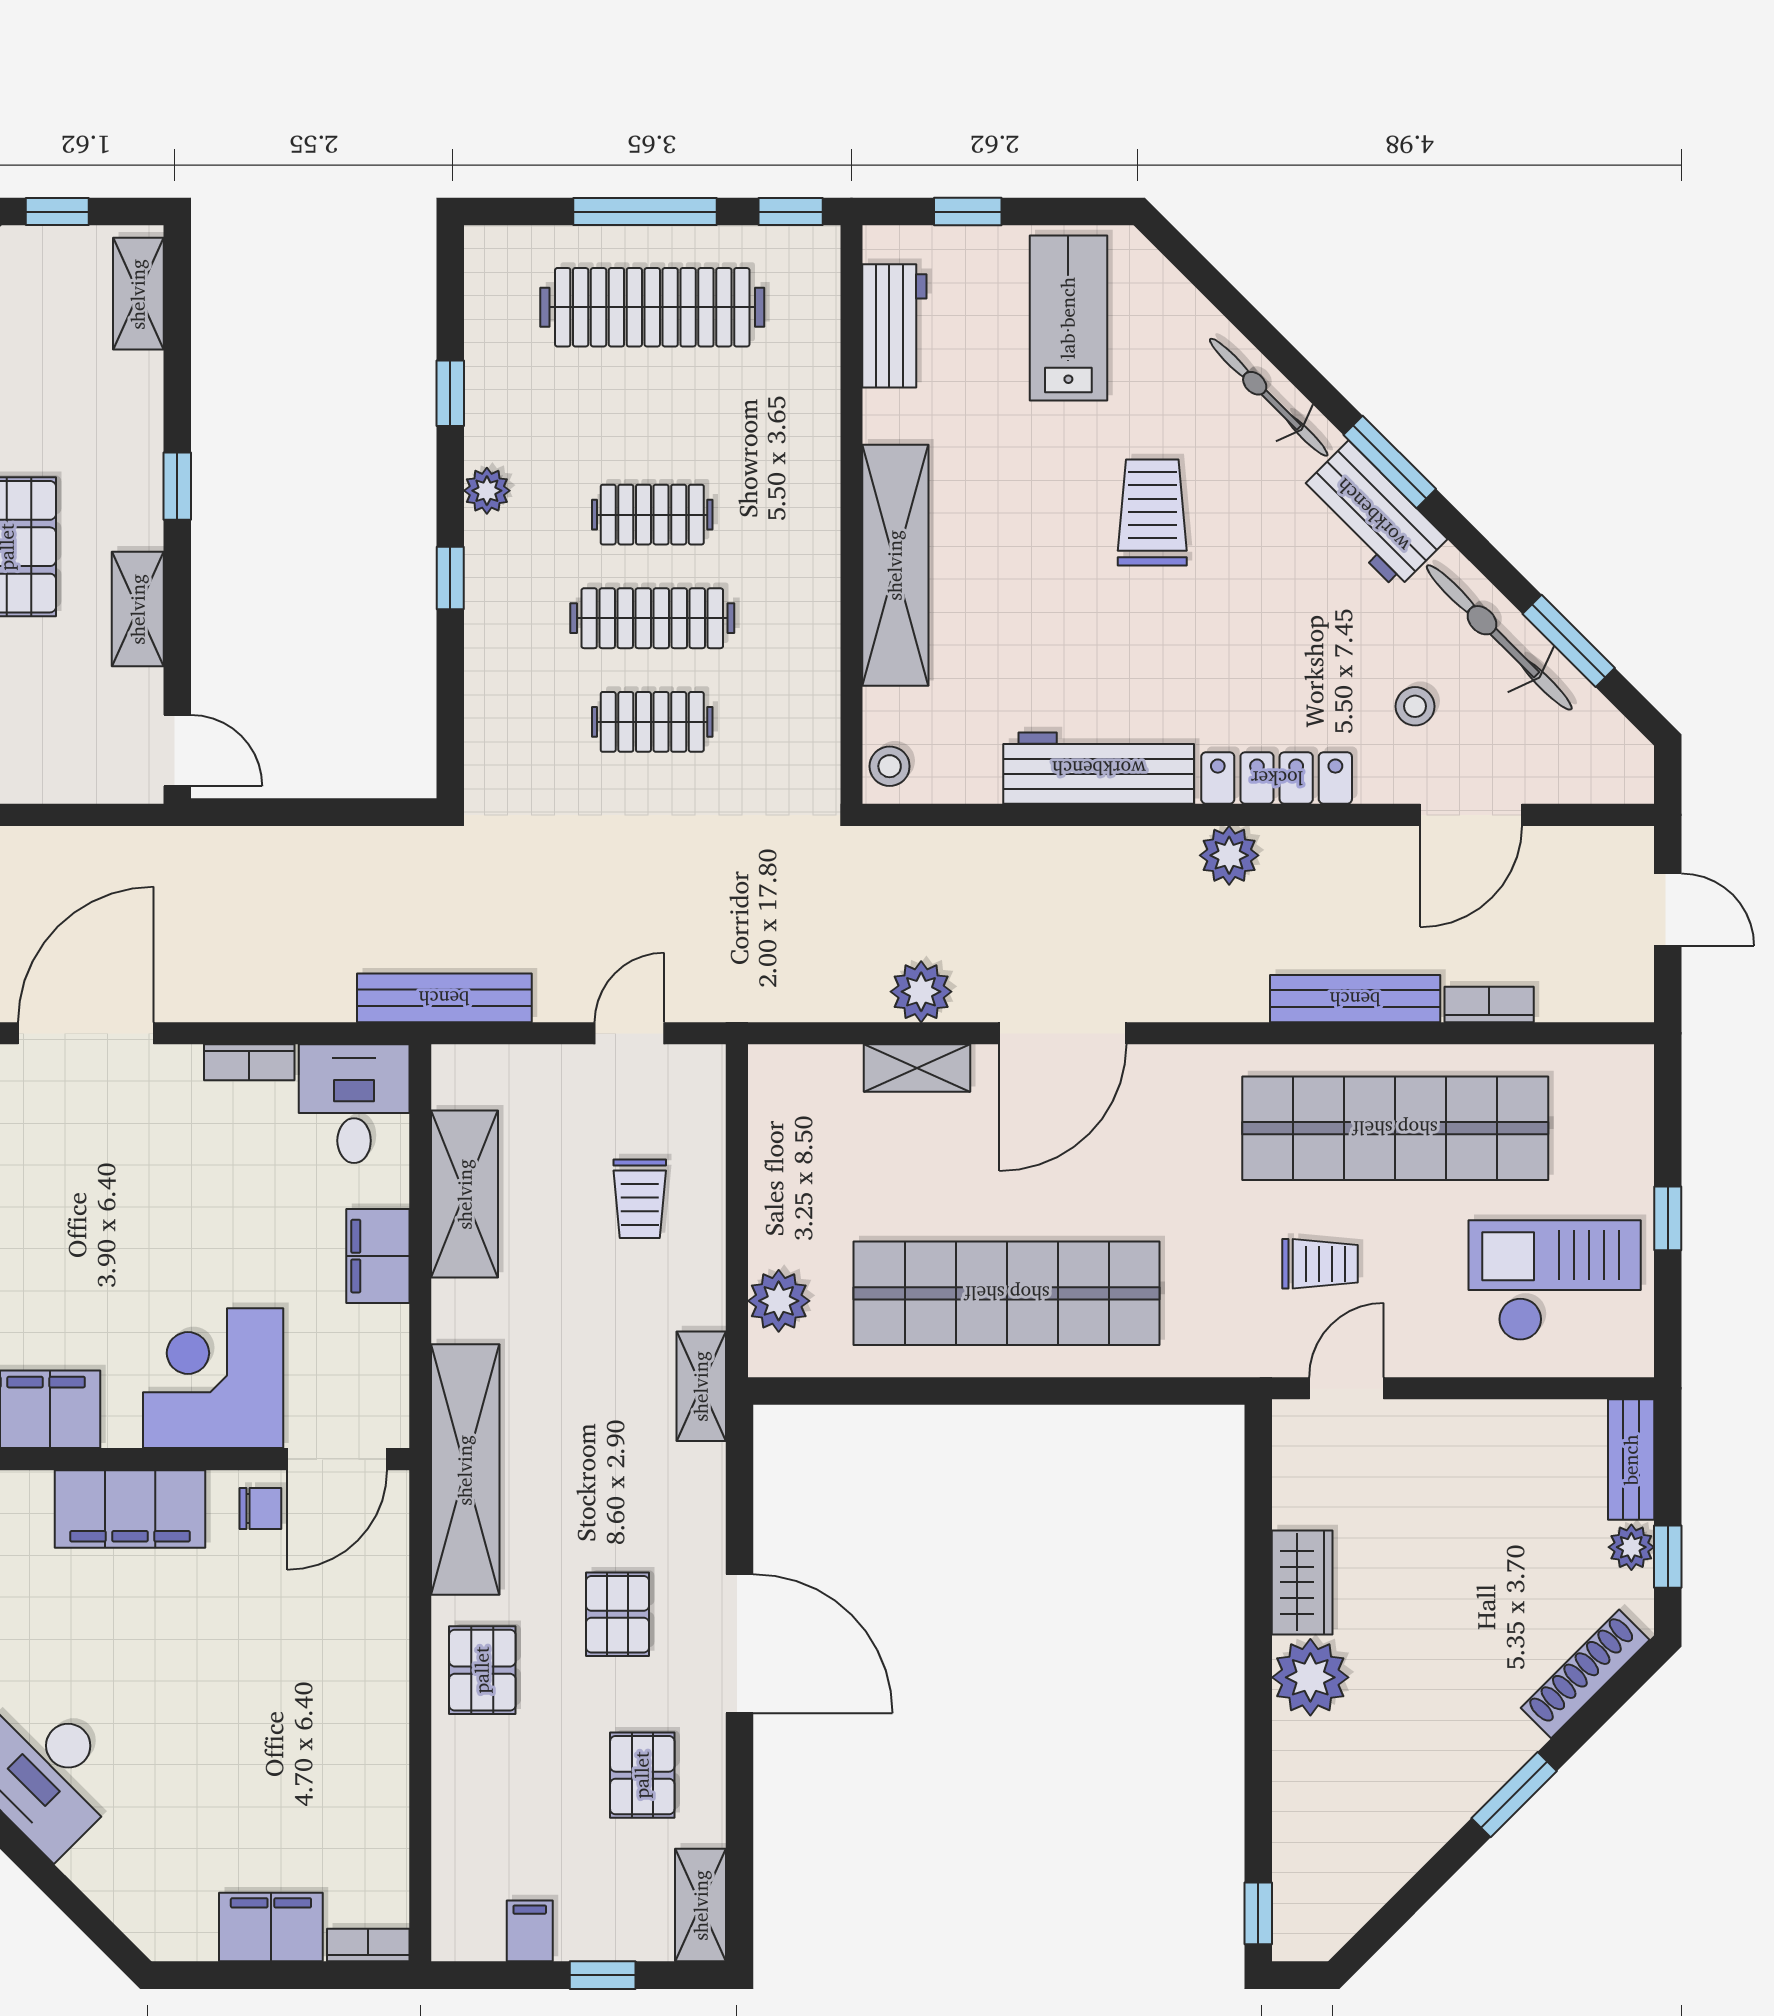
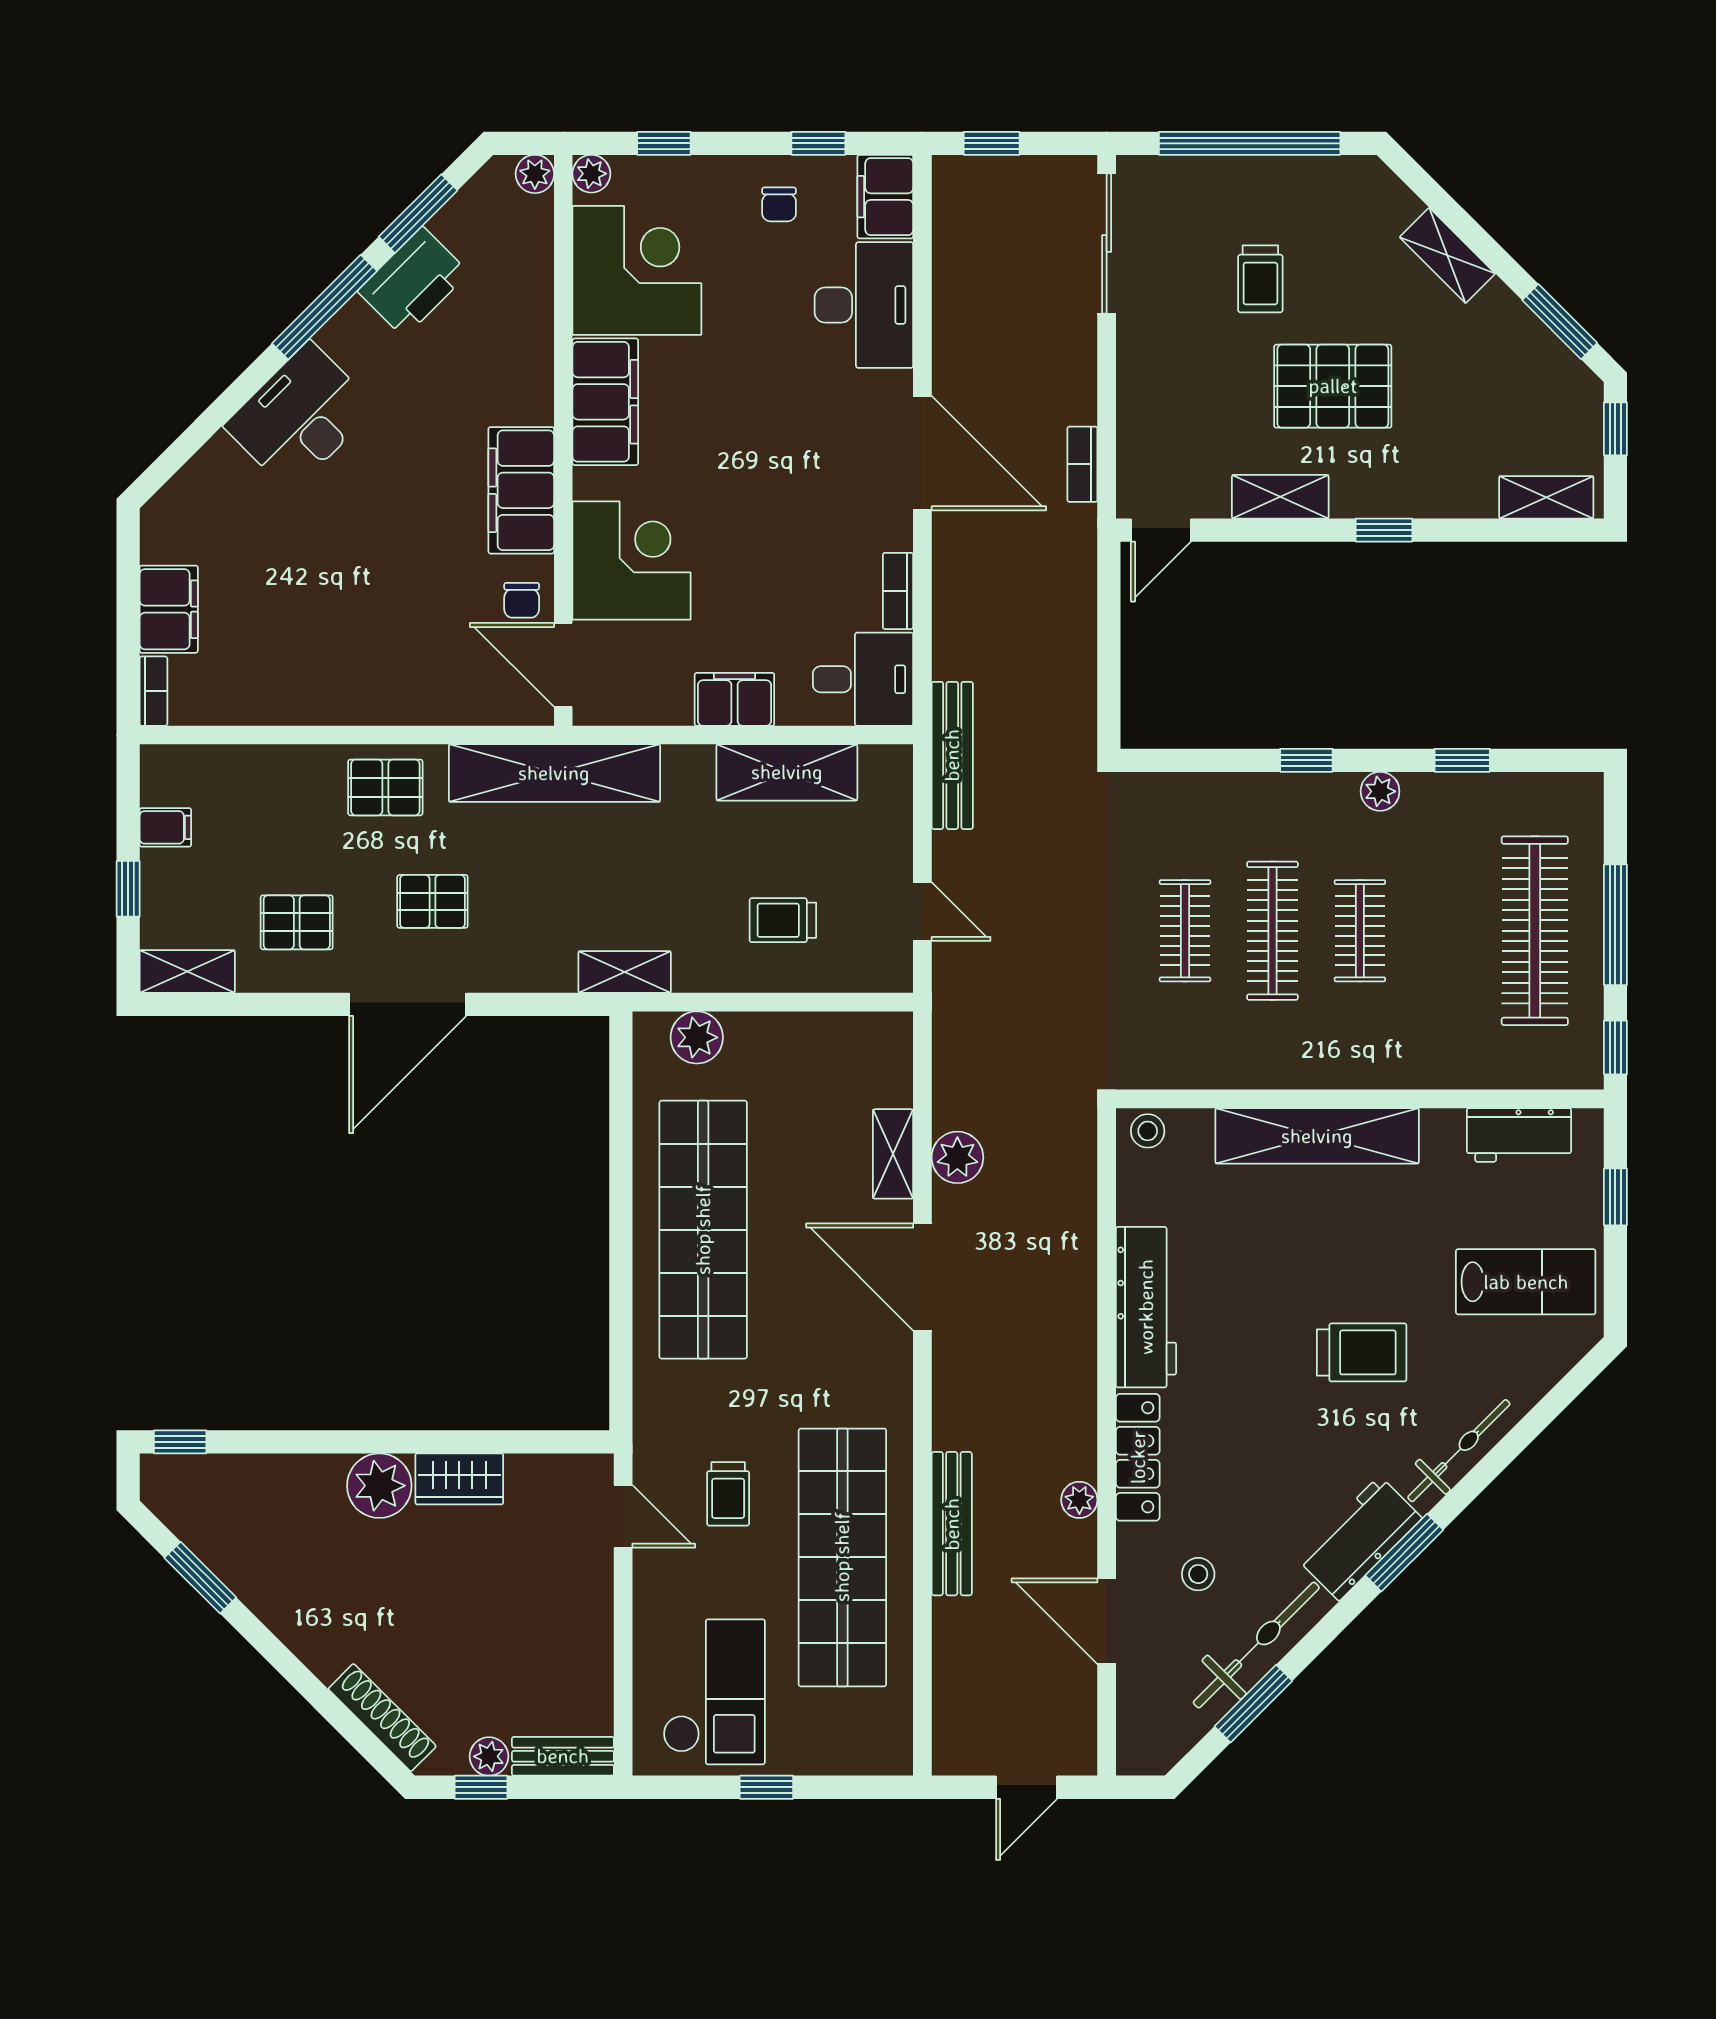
plant: (1229, 855) -> (1079, 1500), moved, width x0.73, depth x0.73
bookcase: (1489, 1005) -> (1082, 464), moved, turned 180
window: (1514, 1795) -> (200, 1578), moved

